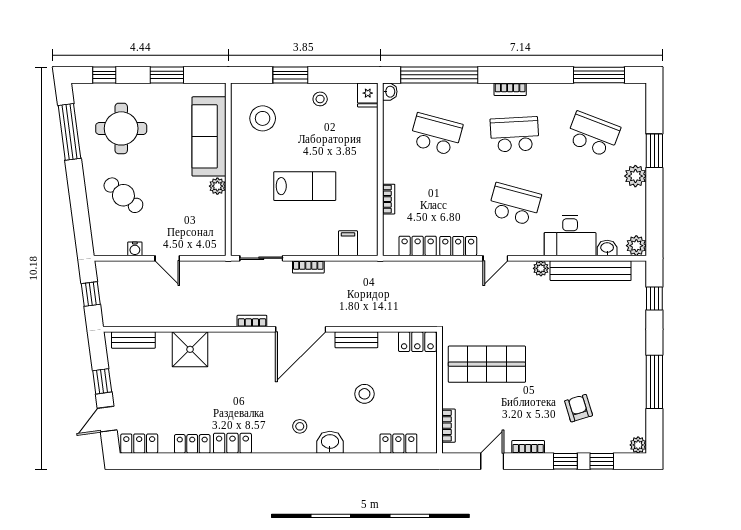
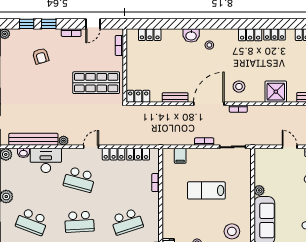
school desk: (436, 134) -> (127, 222), turned -33
stool: (364, 394) -> (239, 87), moved

